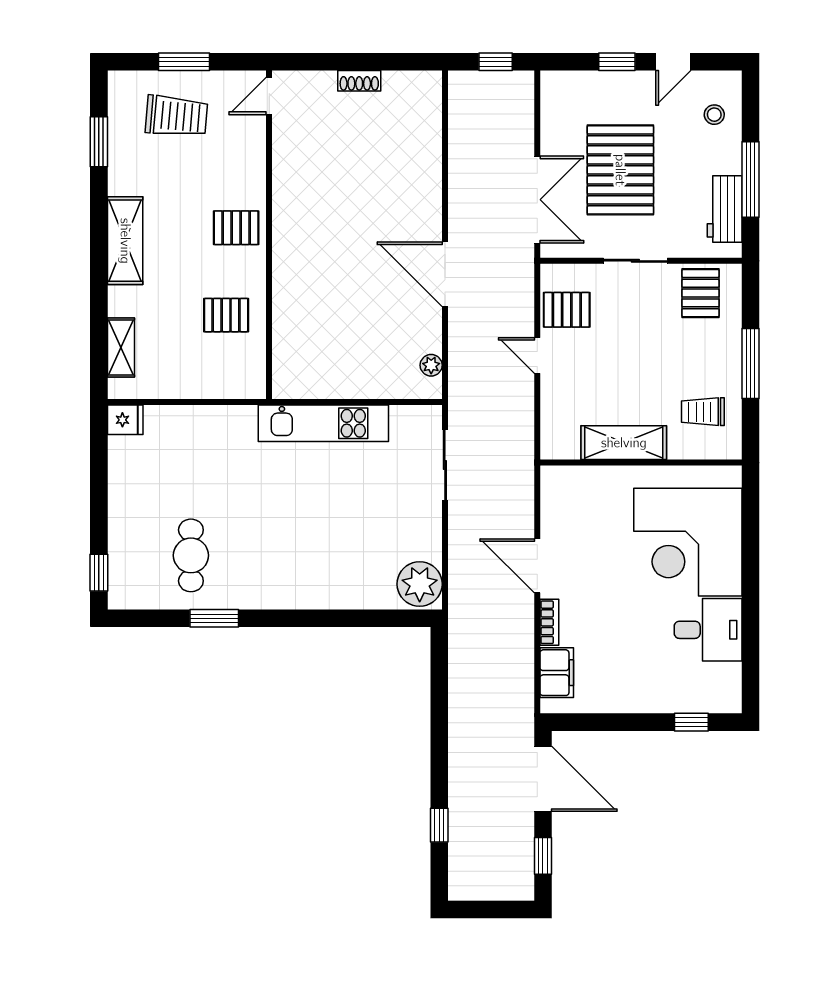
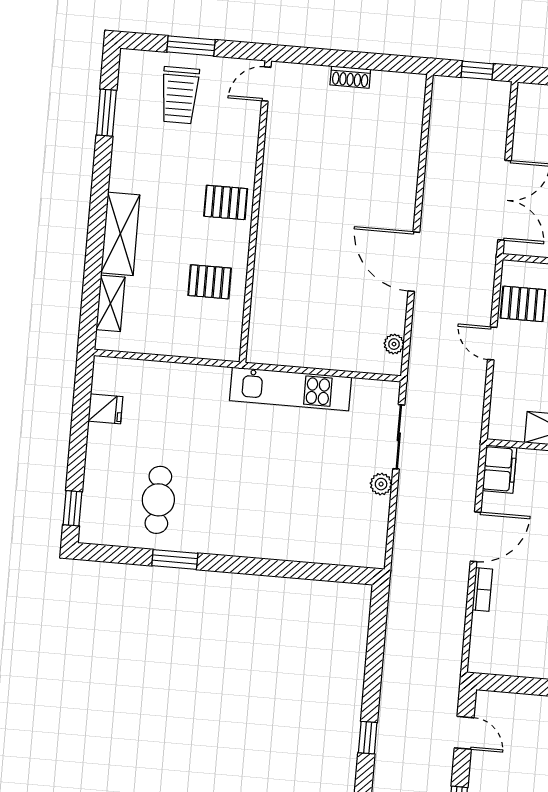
trolley: (176, 116) -> (180, 95), turned 85
shelving: (125, 241) -> (120, 234), moved
fridge: (125, 420) -> (105, 409), moved
door: (537, 566) -> (476, 537), swing flipped
plant: (420, 584) -> (381, 484), moved, width x0.53, depth x0.53
filing cabinet: (557, 673) -> (500, 469), moved
door: (543, 779) -> (464, 733), width x0.53
window: (439, 825) -> (368, 738), moved

